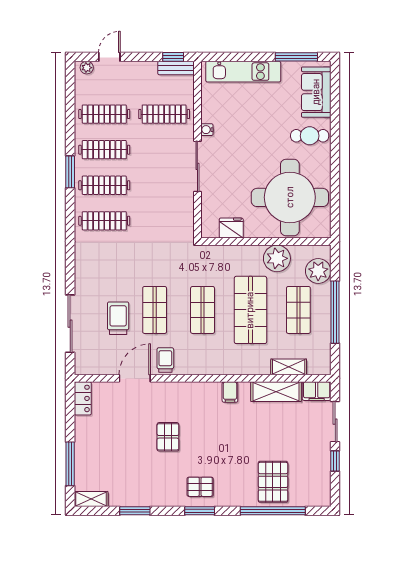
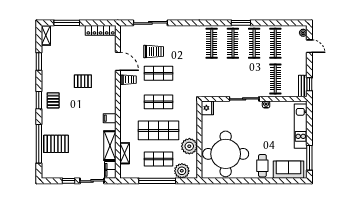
fridge: (231, 228) -> (207, 108), moved
locker: (83, 398) -> (101, 30), width x1.53

